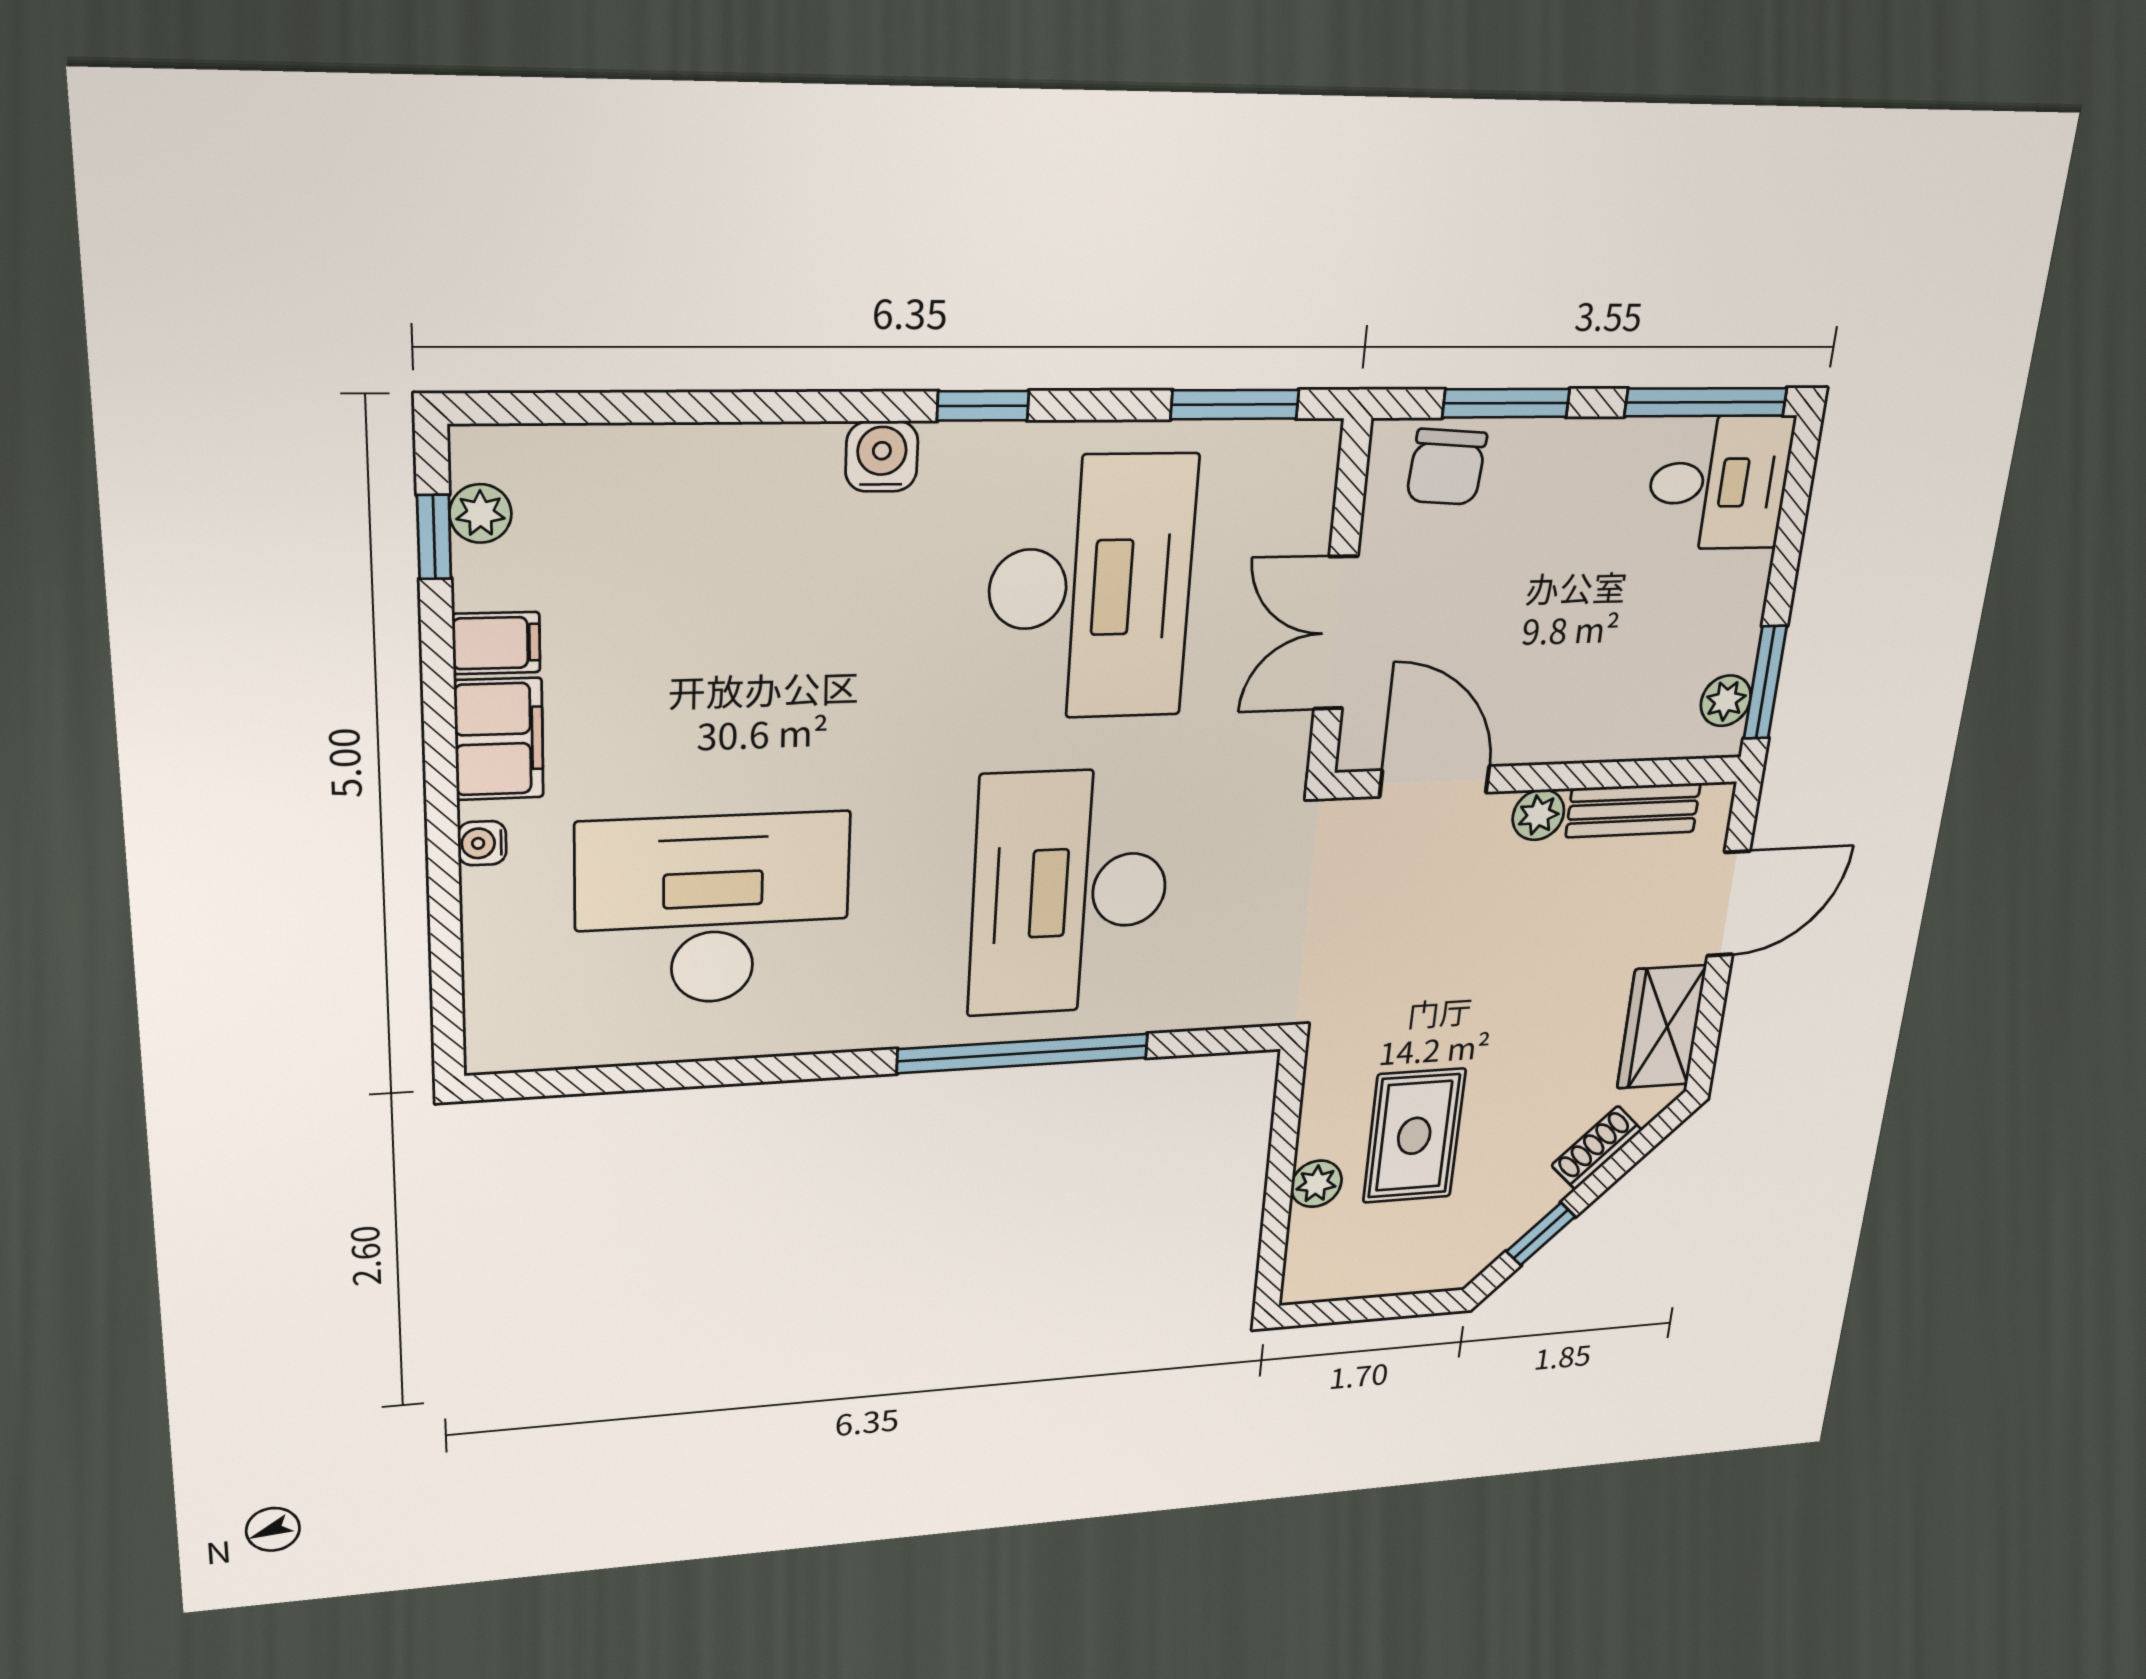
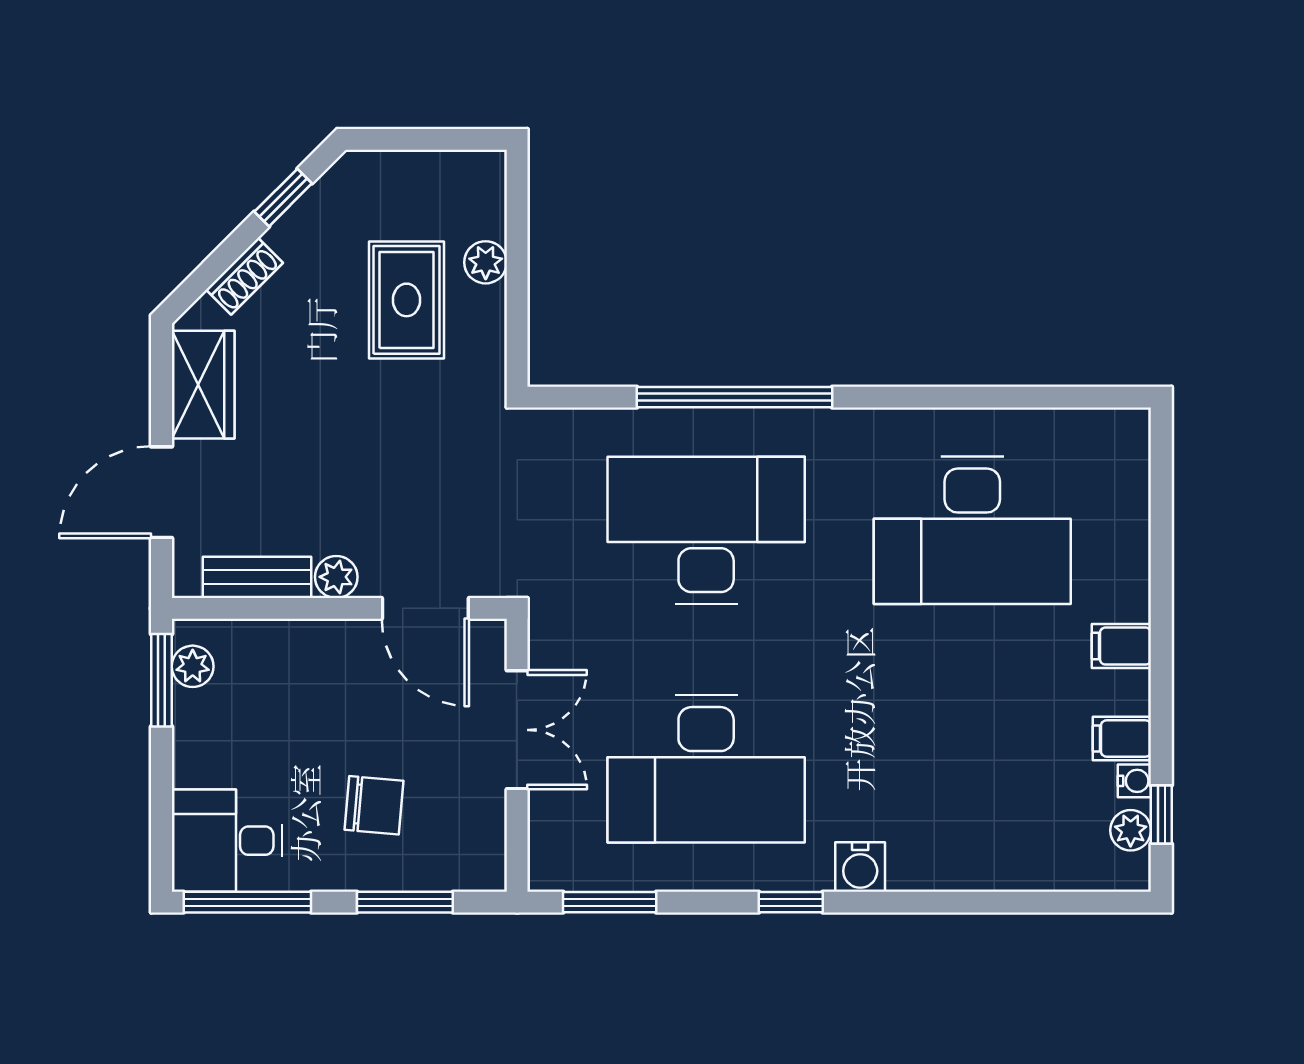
chair: (1447, 467) -> (374, 805), moved, turned 91
desk: (1090, 588) -> (706, 769), turned -90
filing cabinet: (499, 739) -> (1121, 646), width x0.50
water cooler: (482, 843) -> (1134, 781), moved
desk: (1070, 892) -> (706, 530), turned -90

